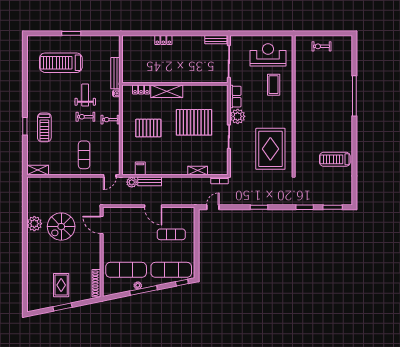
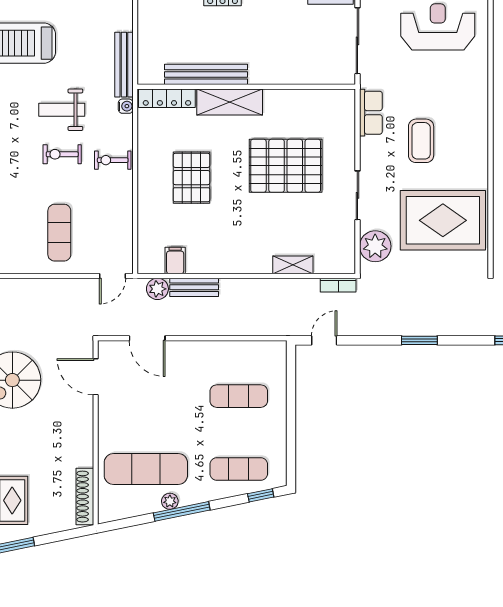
bench: (155, 78) -> (206, 74), added
coffee table: (274, 85) -> (421, 141), moved
locker: (141, 90) -> (167, 98), width x1.53
weight bench: (85, 95) -> (62, 110), turned -90
plant: (238, 116) -> (375, 246), moved
pallet: (148, 128) -> (191, 178), turned 90
rug: (270, 149) -> (443, 220), turned 90
door: (153, 206) -> (147, 338), moved
exercise mat: (171, 270) -> (239, 469), width x0.73, depth x0.69

